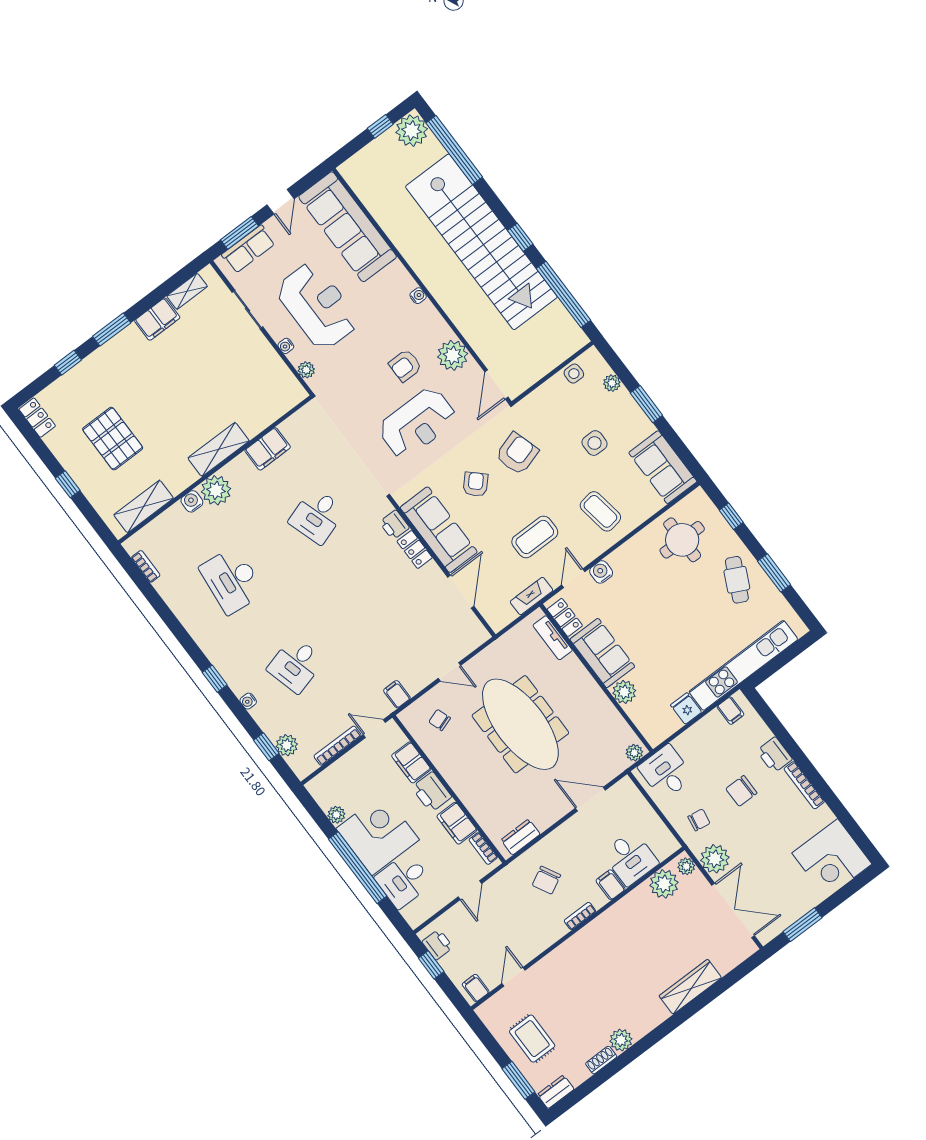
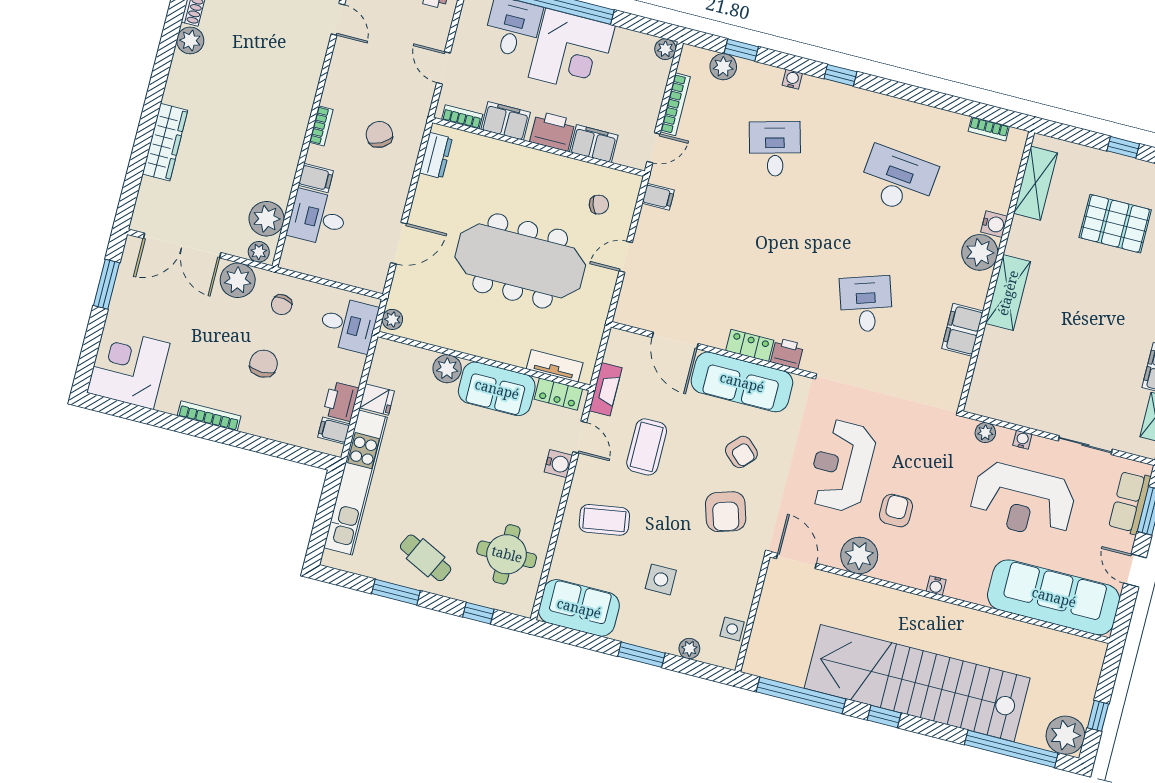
printer: (774, 755) -> (341, 401), moved, turned -90
plant: (336, 815) -> (665, 49), moved

